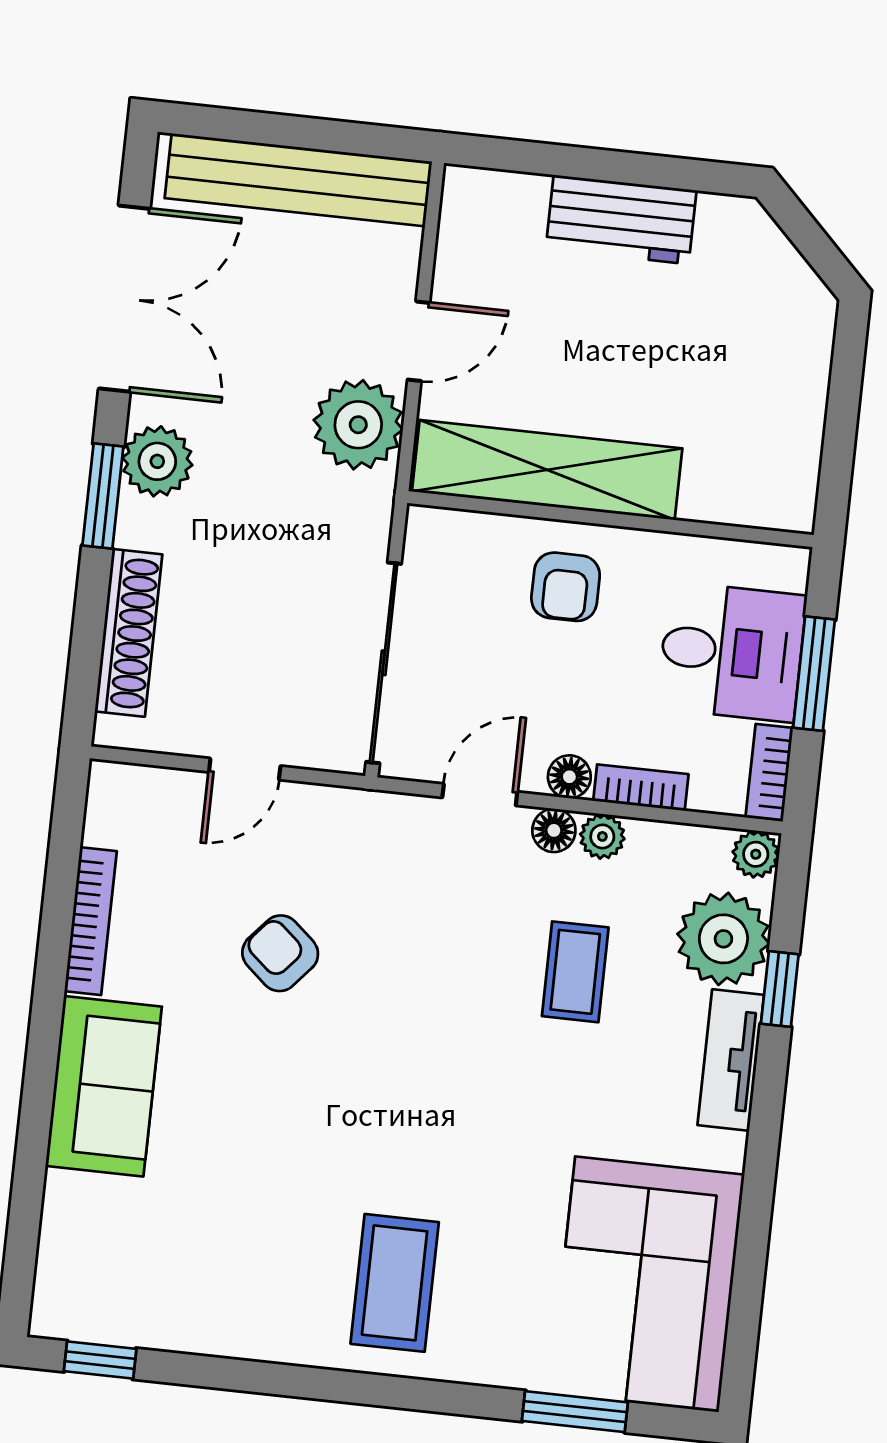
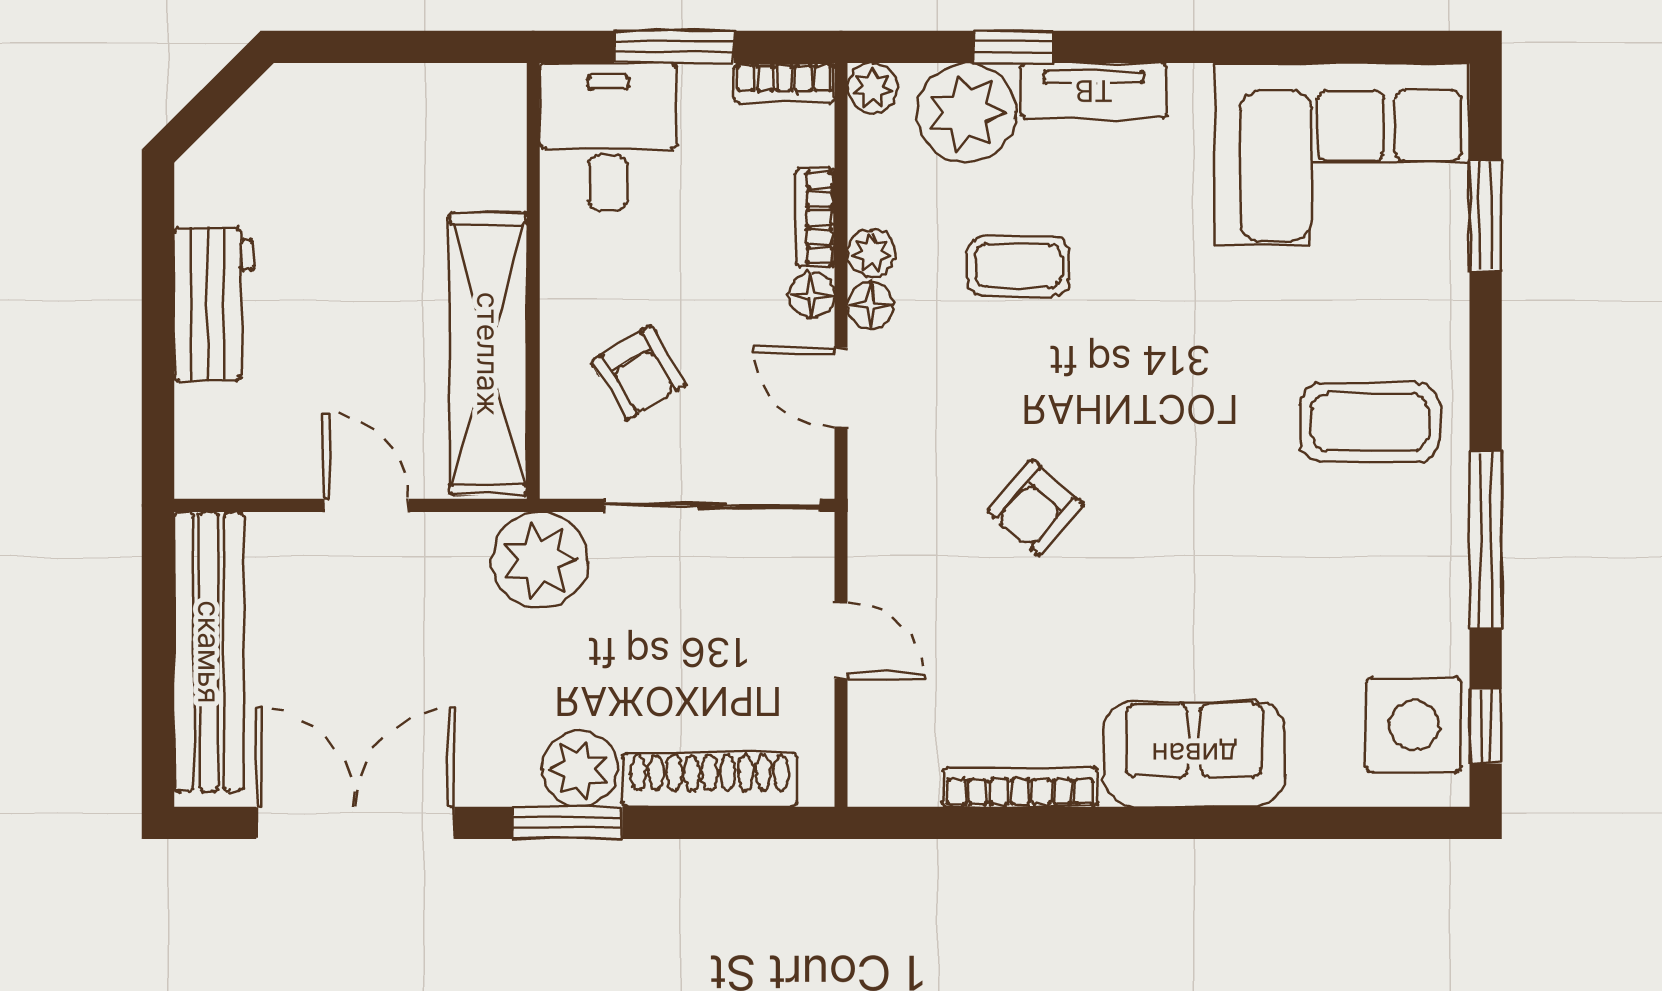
plant: (358, 425) -> (539, 560), moved
plant: (157, 461) -> (580, 769), moved
armchair: (566, 587) -> (639, 373), moved, turned 59
desk: (732, 652) -> (608, 137), moved
armchair: (280, 953) -> (1036, 508), moved
side table: (108, 1293) -> (1413, 725), added
window: (274, 1379) -> (1486, 539), added

